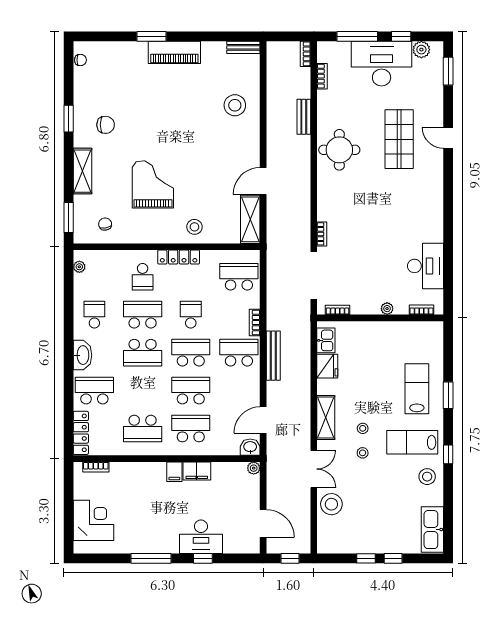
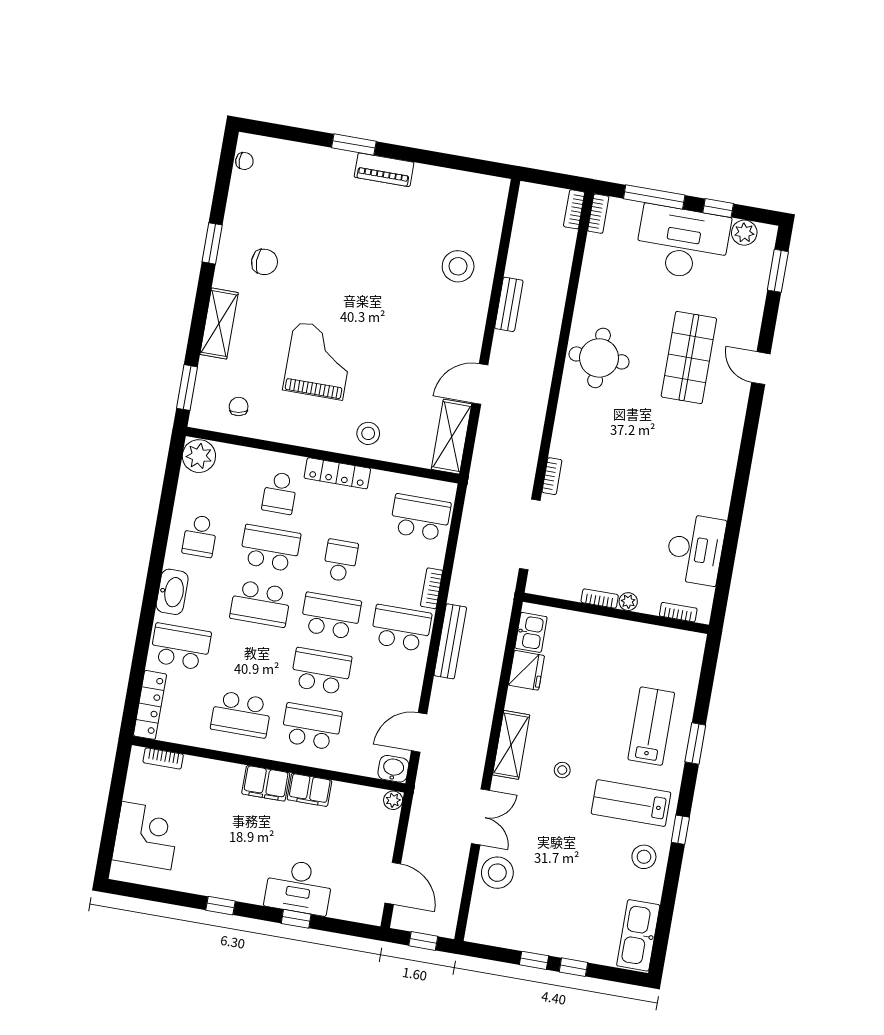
bench: (243, 47) -> (485, 184), removed
piano: (174, 52) -> (384, 170), width x0.73, depth x0.75
bookcase: (322, 76) -> (598, 214), moved
bench: (304, 117) -> (509, 304), moved
plant: (79, 267) -> (199, 456), width x1.87, depth x1.87
bookcase: (338, 310) -> (600, 599), moved
school desk: (94, 315) -> (200, 536), turned 180
stool: (363, 453) -> (556, 806), removed
filing cabinet: (174, 472) -> (266, 783), width x2.00
window: (151, 558) -> (221, 906), width x0.46

